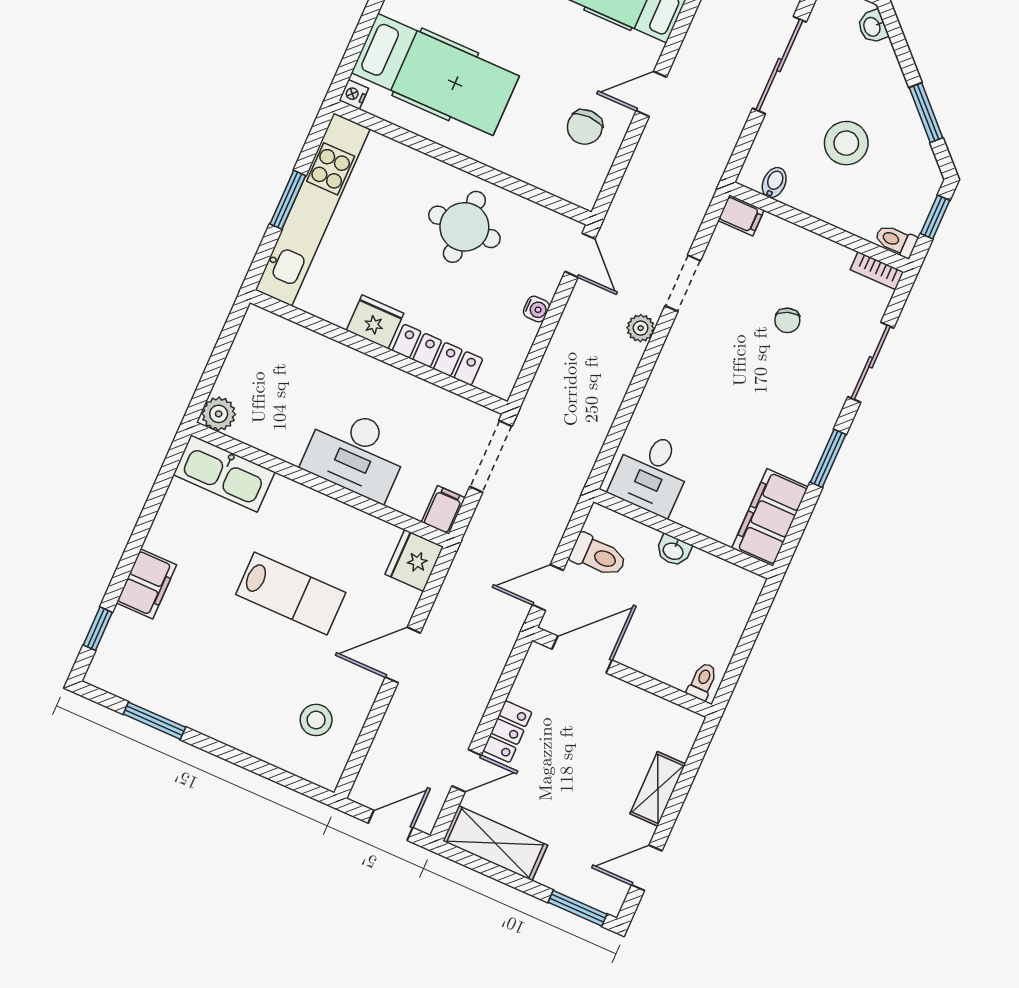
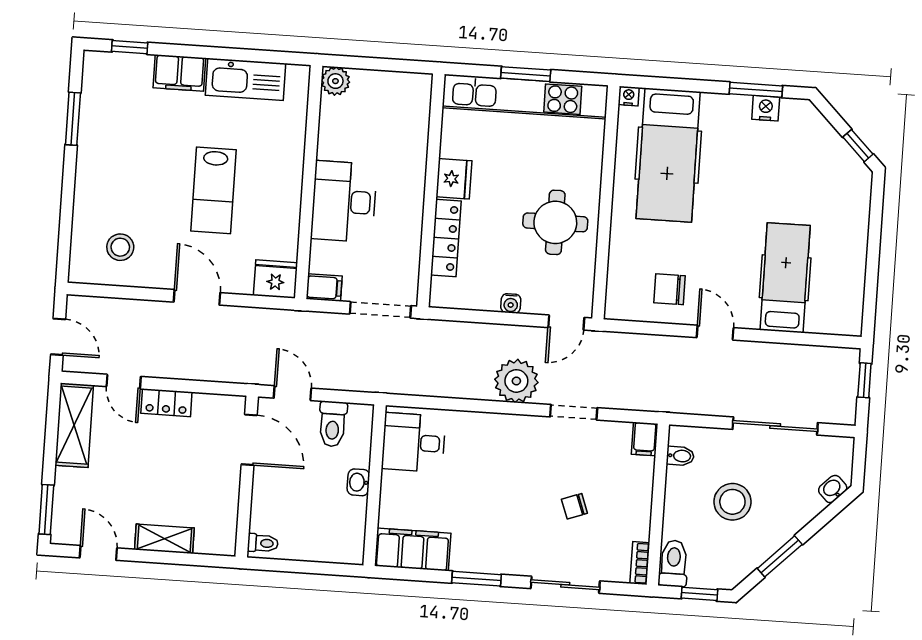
toilet: (896, 241) -> (673, 563), width x1.37, depth x1.39
plant: (641, 328) -> (516, 381), width x1.88, depth x1.88
kitchen sink: (224, 473) -> (245, 79), moved, turned -90

